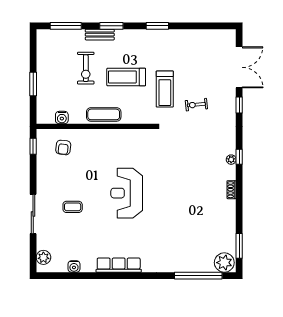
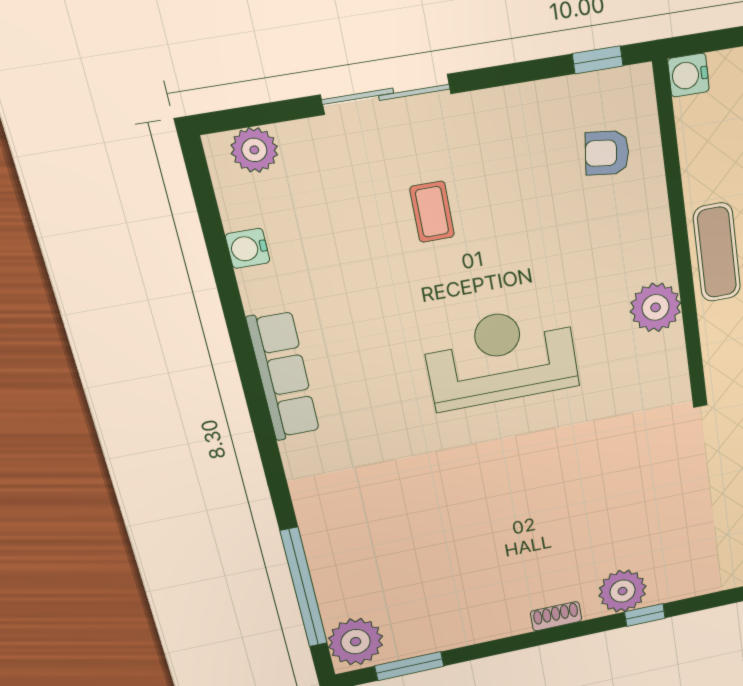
water cooler: (62, 118) -> (689, 75), moved
plant: (119, 138) -> (656, 307), added
plant: (231, 160) -> (623, 591), width x1.88, depth x1.88

